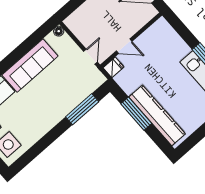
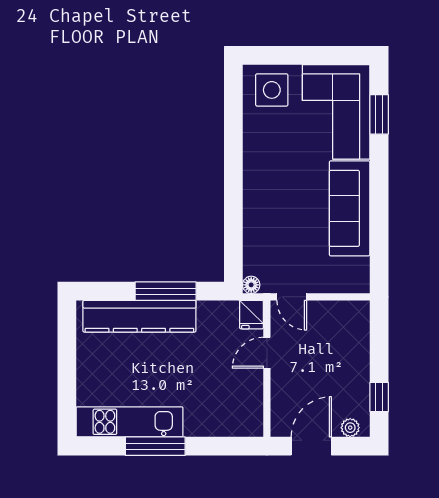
floor lamp: (59, 31) -> (251, 285), moved
window: (82, 109) -> (233, 226), removed

